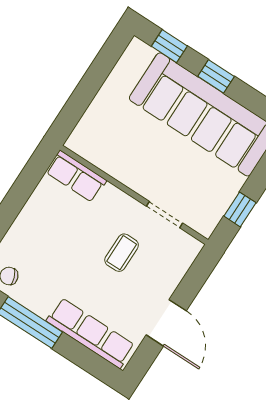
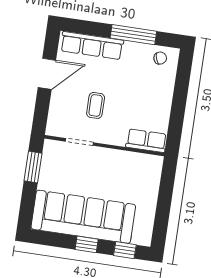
window: (240, 209) -> (33, 167), width x1.50
door: (166, 323) -> (47, 74), swing flipped

